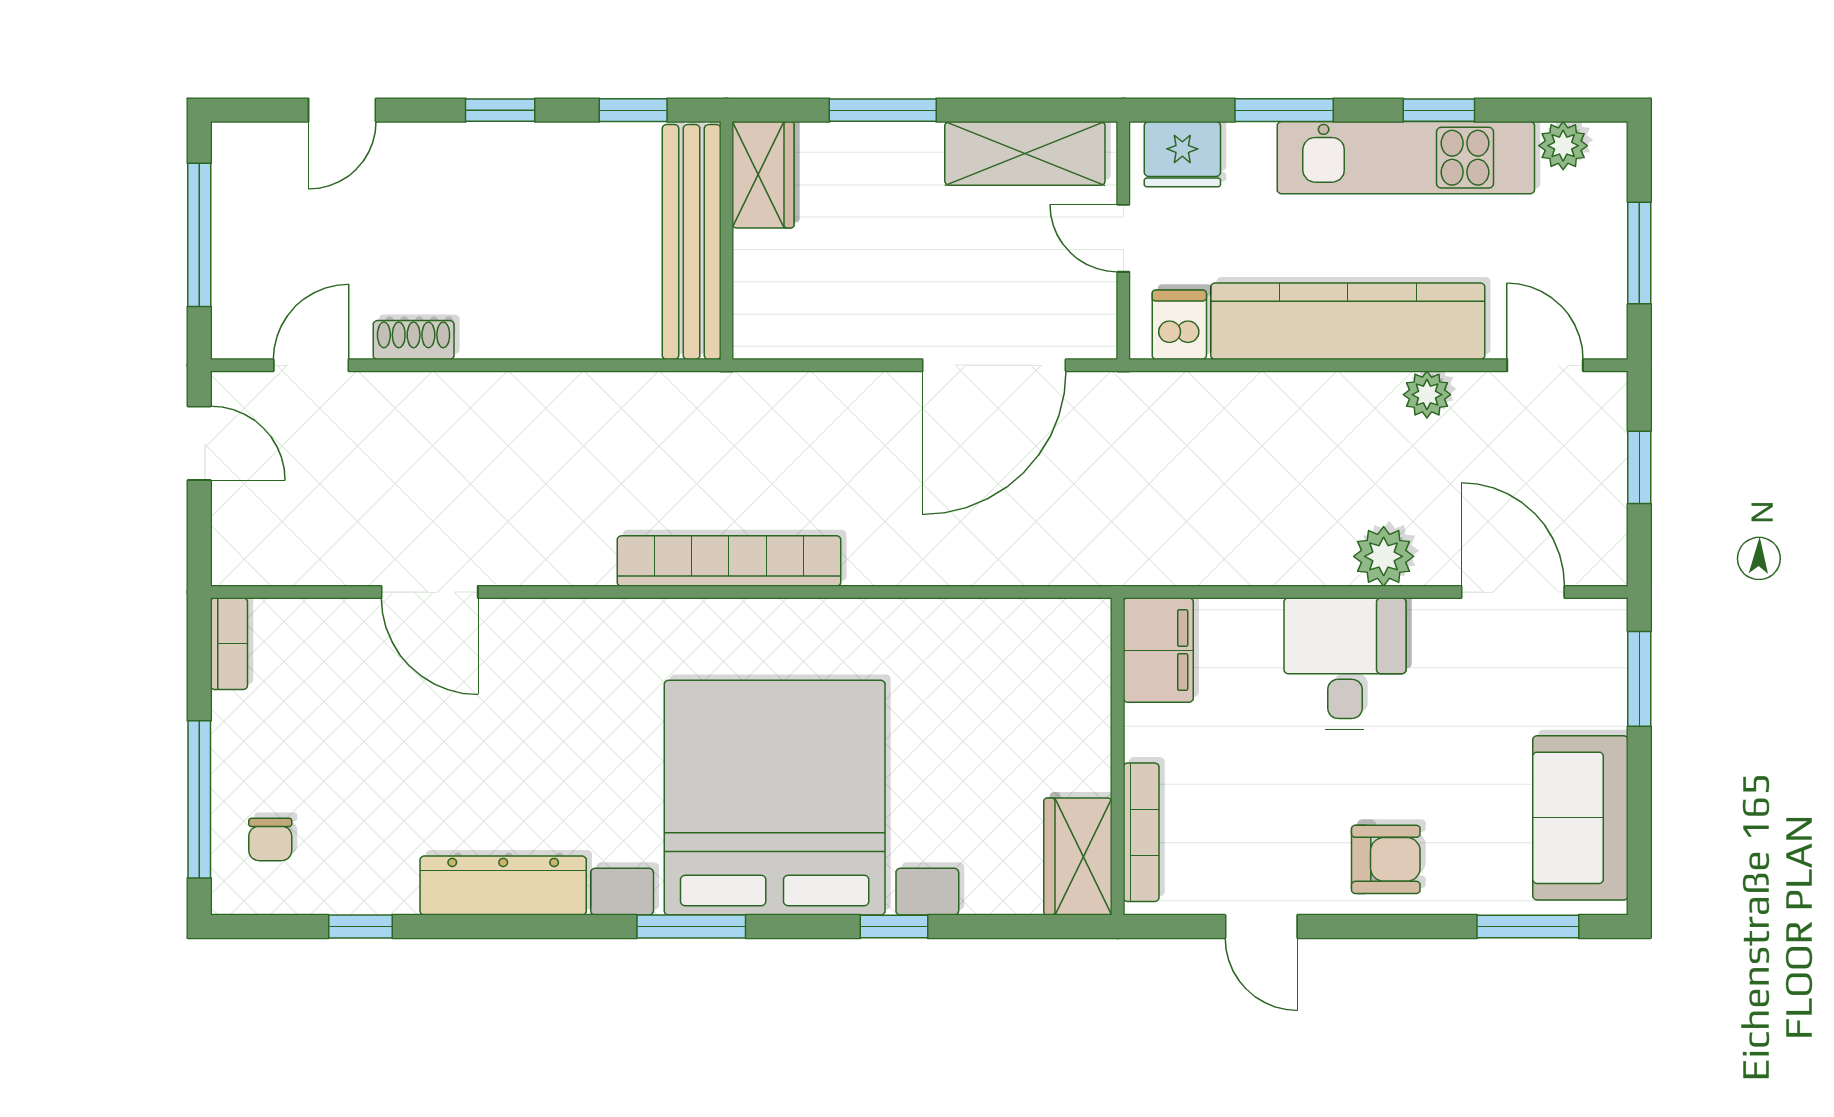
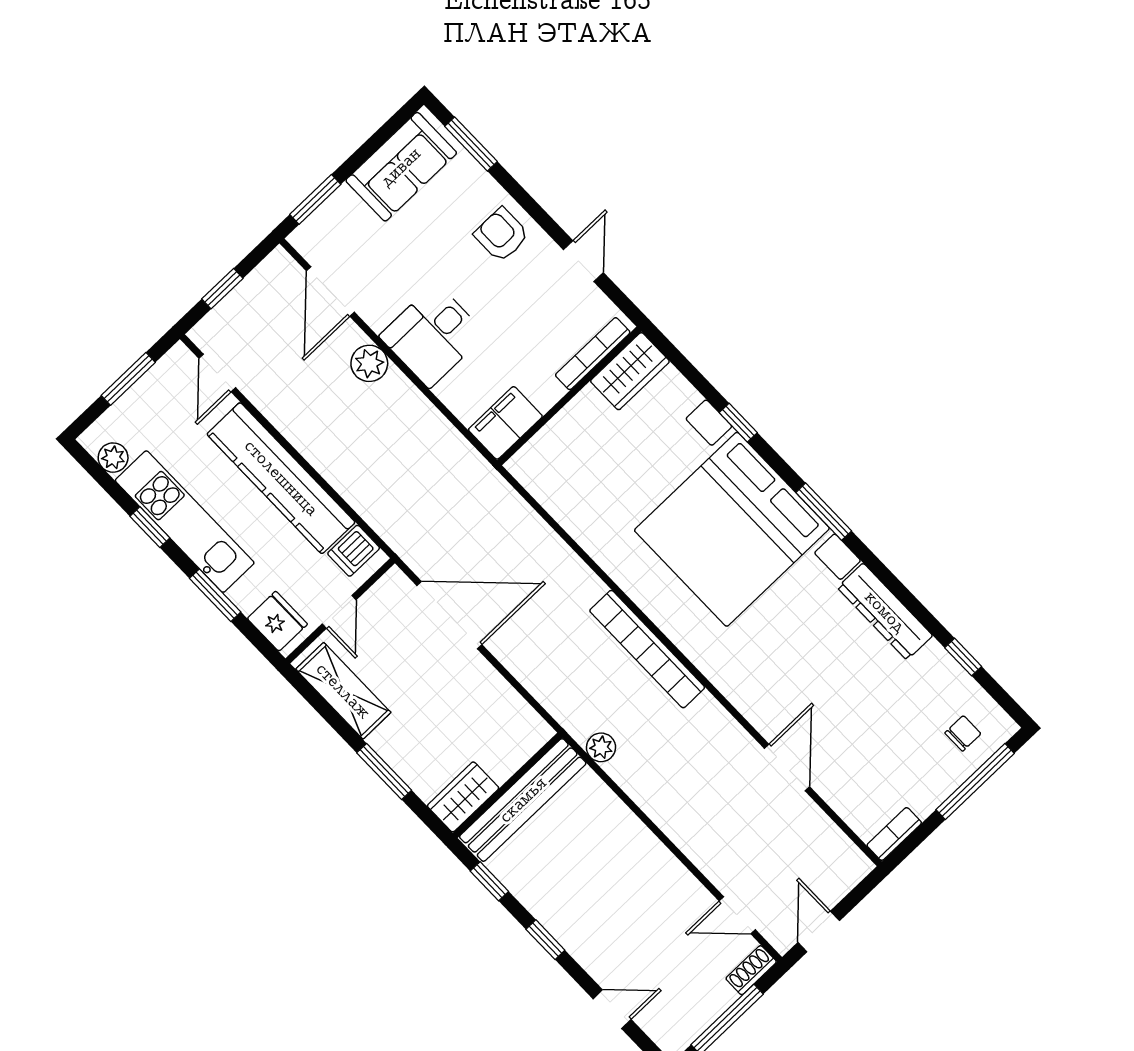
shoe rack: (414, 340) -> (751, 970), moved, turned 90
plant: (1427, 395) -> (601, 747), moved

